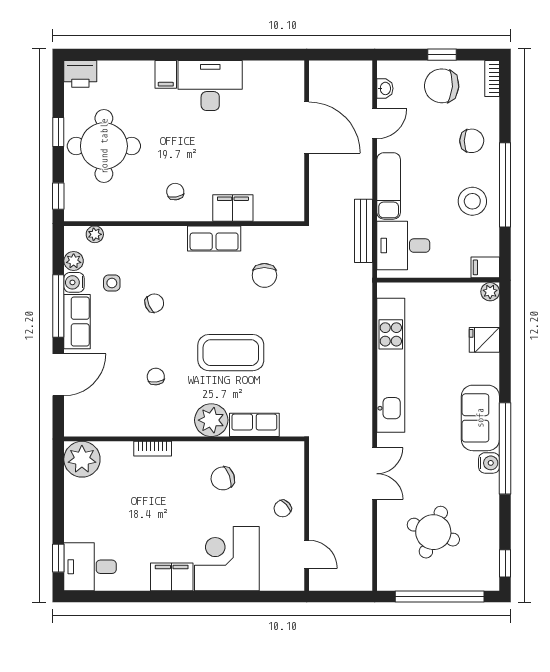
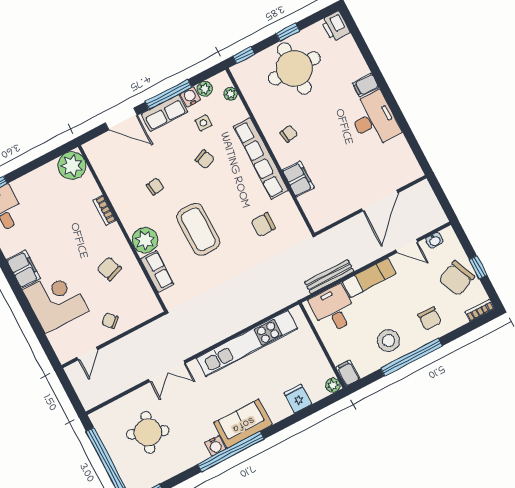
chair: (442, 86) -> (457, 278), turned -117
row of seats: (214, 238) -> (261, 159), width x2.02

